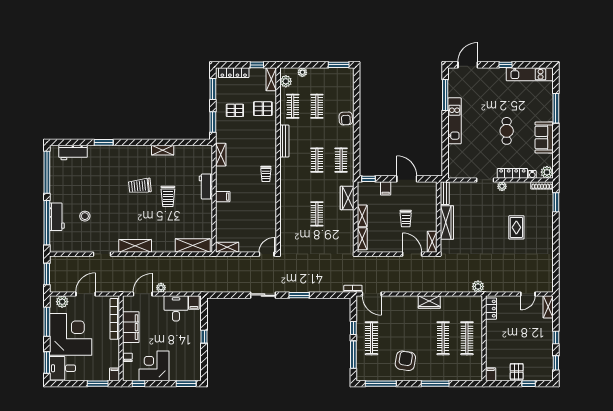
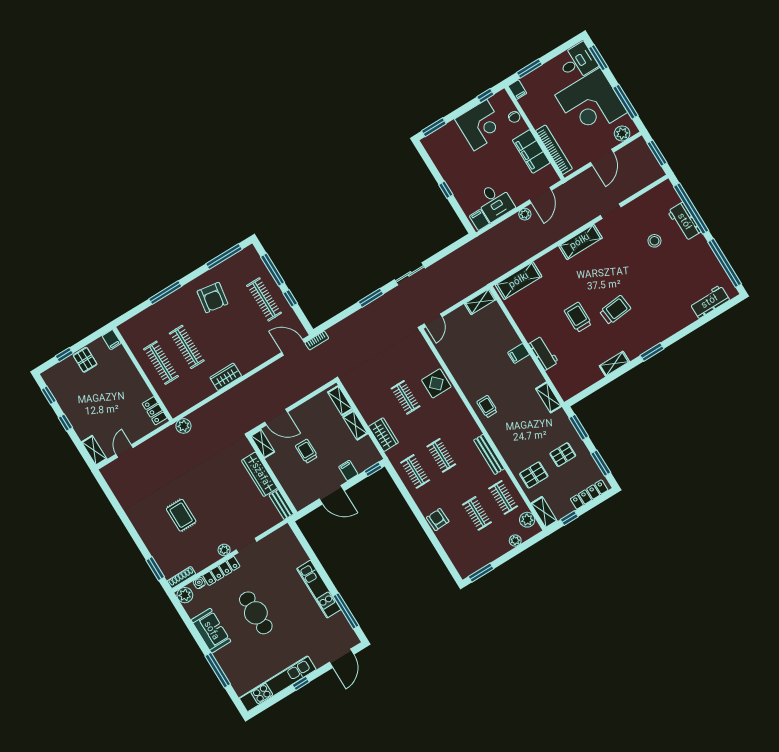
kitchen unit: (530, 74) -> (278, 684), width x1.36
cafe table: (507, 131) -> (256, 613), width x1.37, depth x1.35
window: (104, 142) -> (652, 352), moved
display table: (290, 210) -> (436, 383), added

